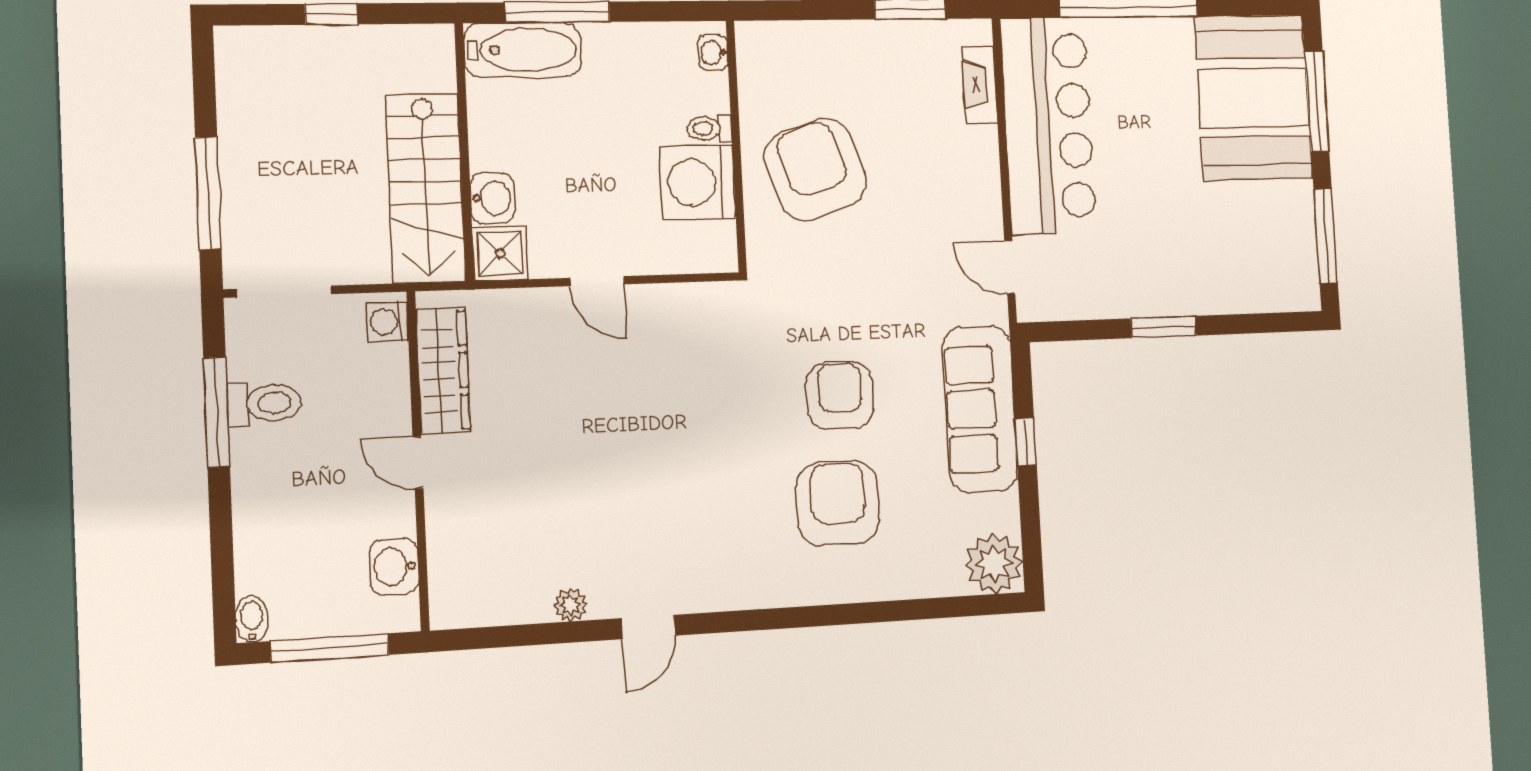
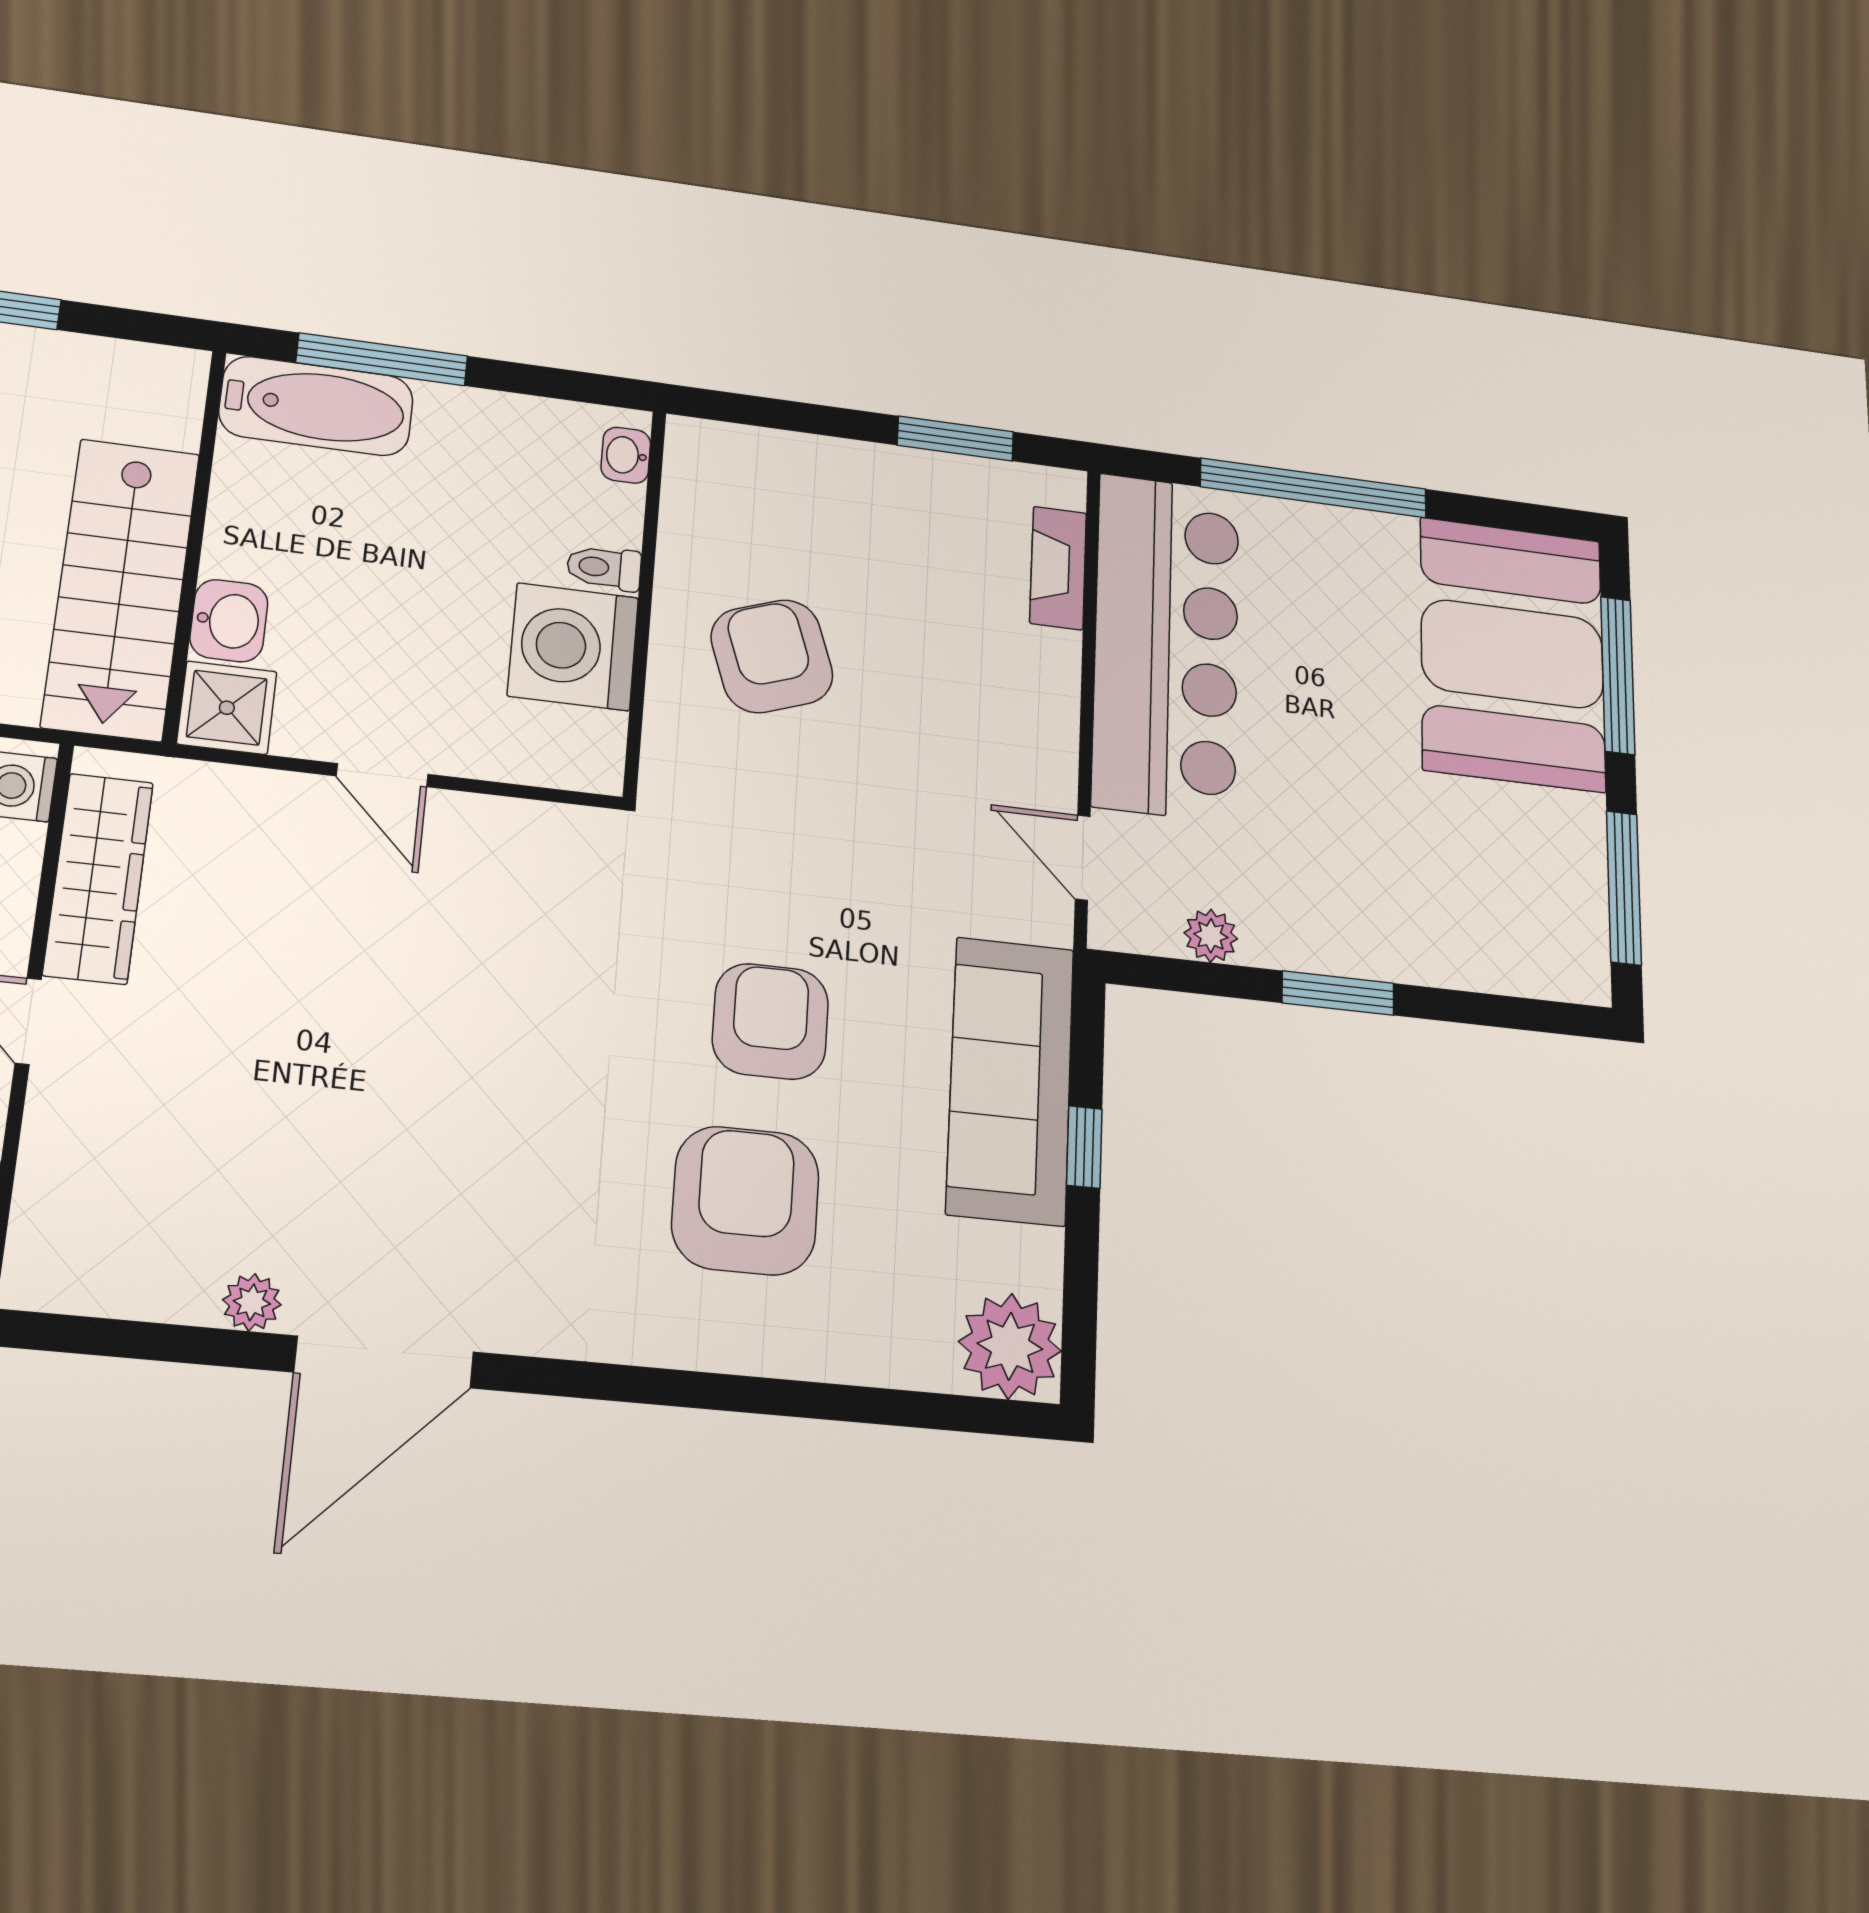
armchair: (816, 169) -> (772, 656), width x0.73, depth x0.73
plant: (1088, 304) -> (1211, 936), added
door: (649, 627) -> (384, 1362), width x1.88

